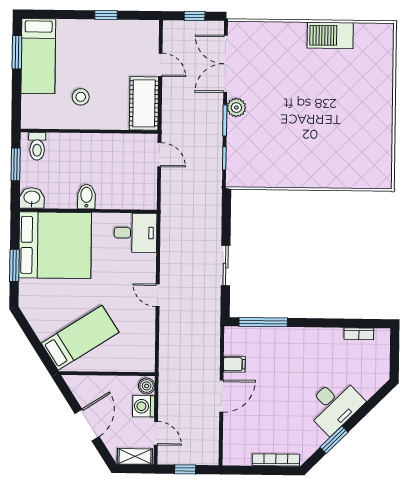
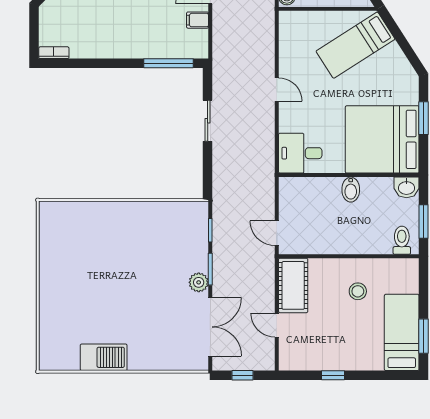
bookcase: (359, 334) -> (54, 53), moved

